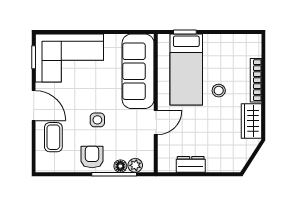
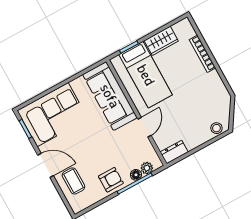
stool: (219, 91) -> (216, 128), moved
side table: (97, 120) -> (99, 150), removed
wardrobe: (251, 121) -> (161, 41), moved, turned -90
armchair: (92, 157) -> (111, 180), turned 90
dresser: (191, 164) -> (174, 152), moved

